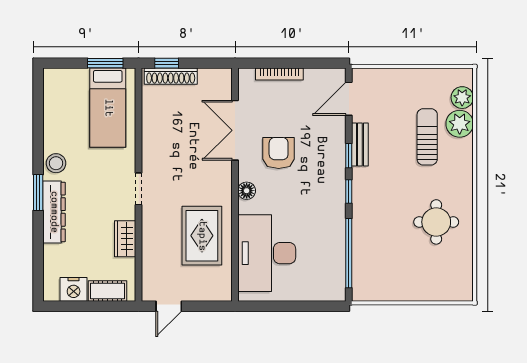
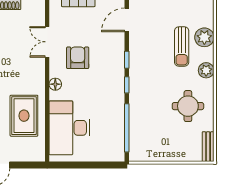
plant: (462, 98) -> (206, 70), moved
double door: (235, 130) -> (47, 42), width x0.73
sun lounger: (427, 137) -> (182, 47), turned 180
bench: (360, 144) -> (208, 147), moved

